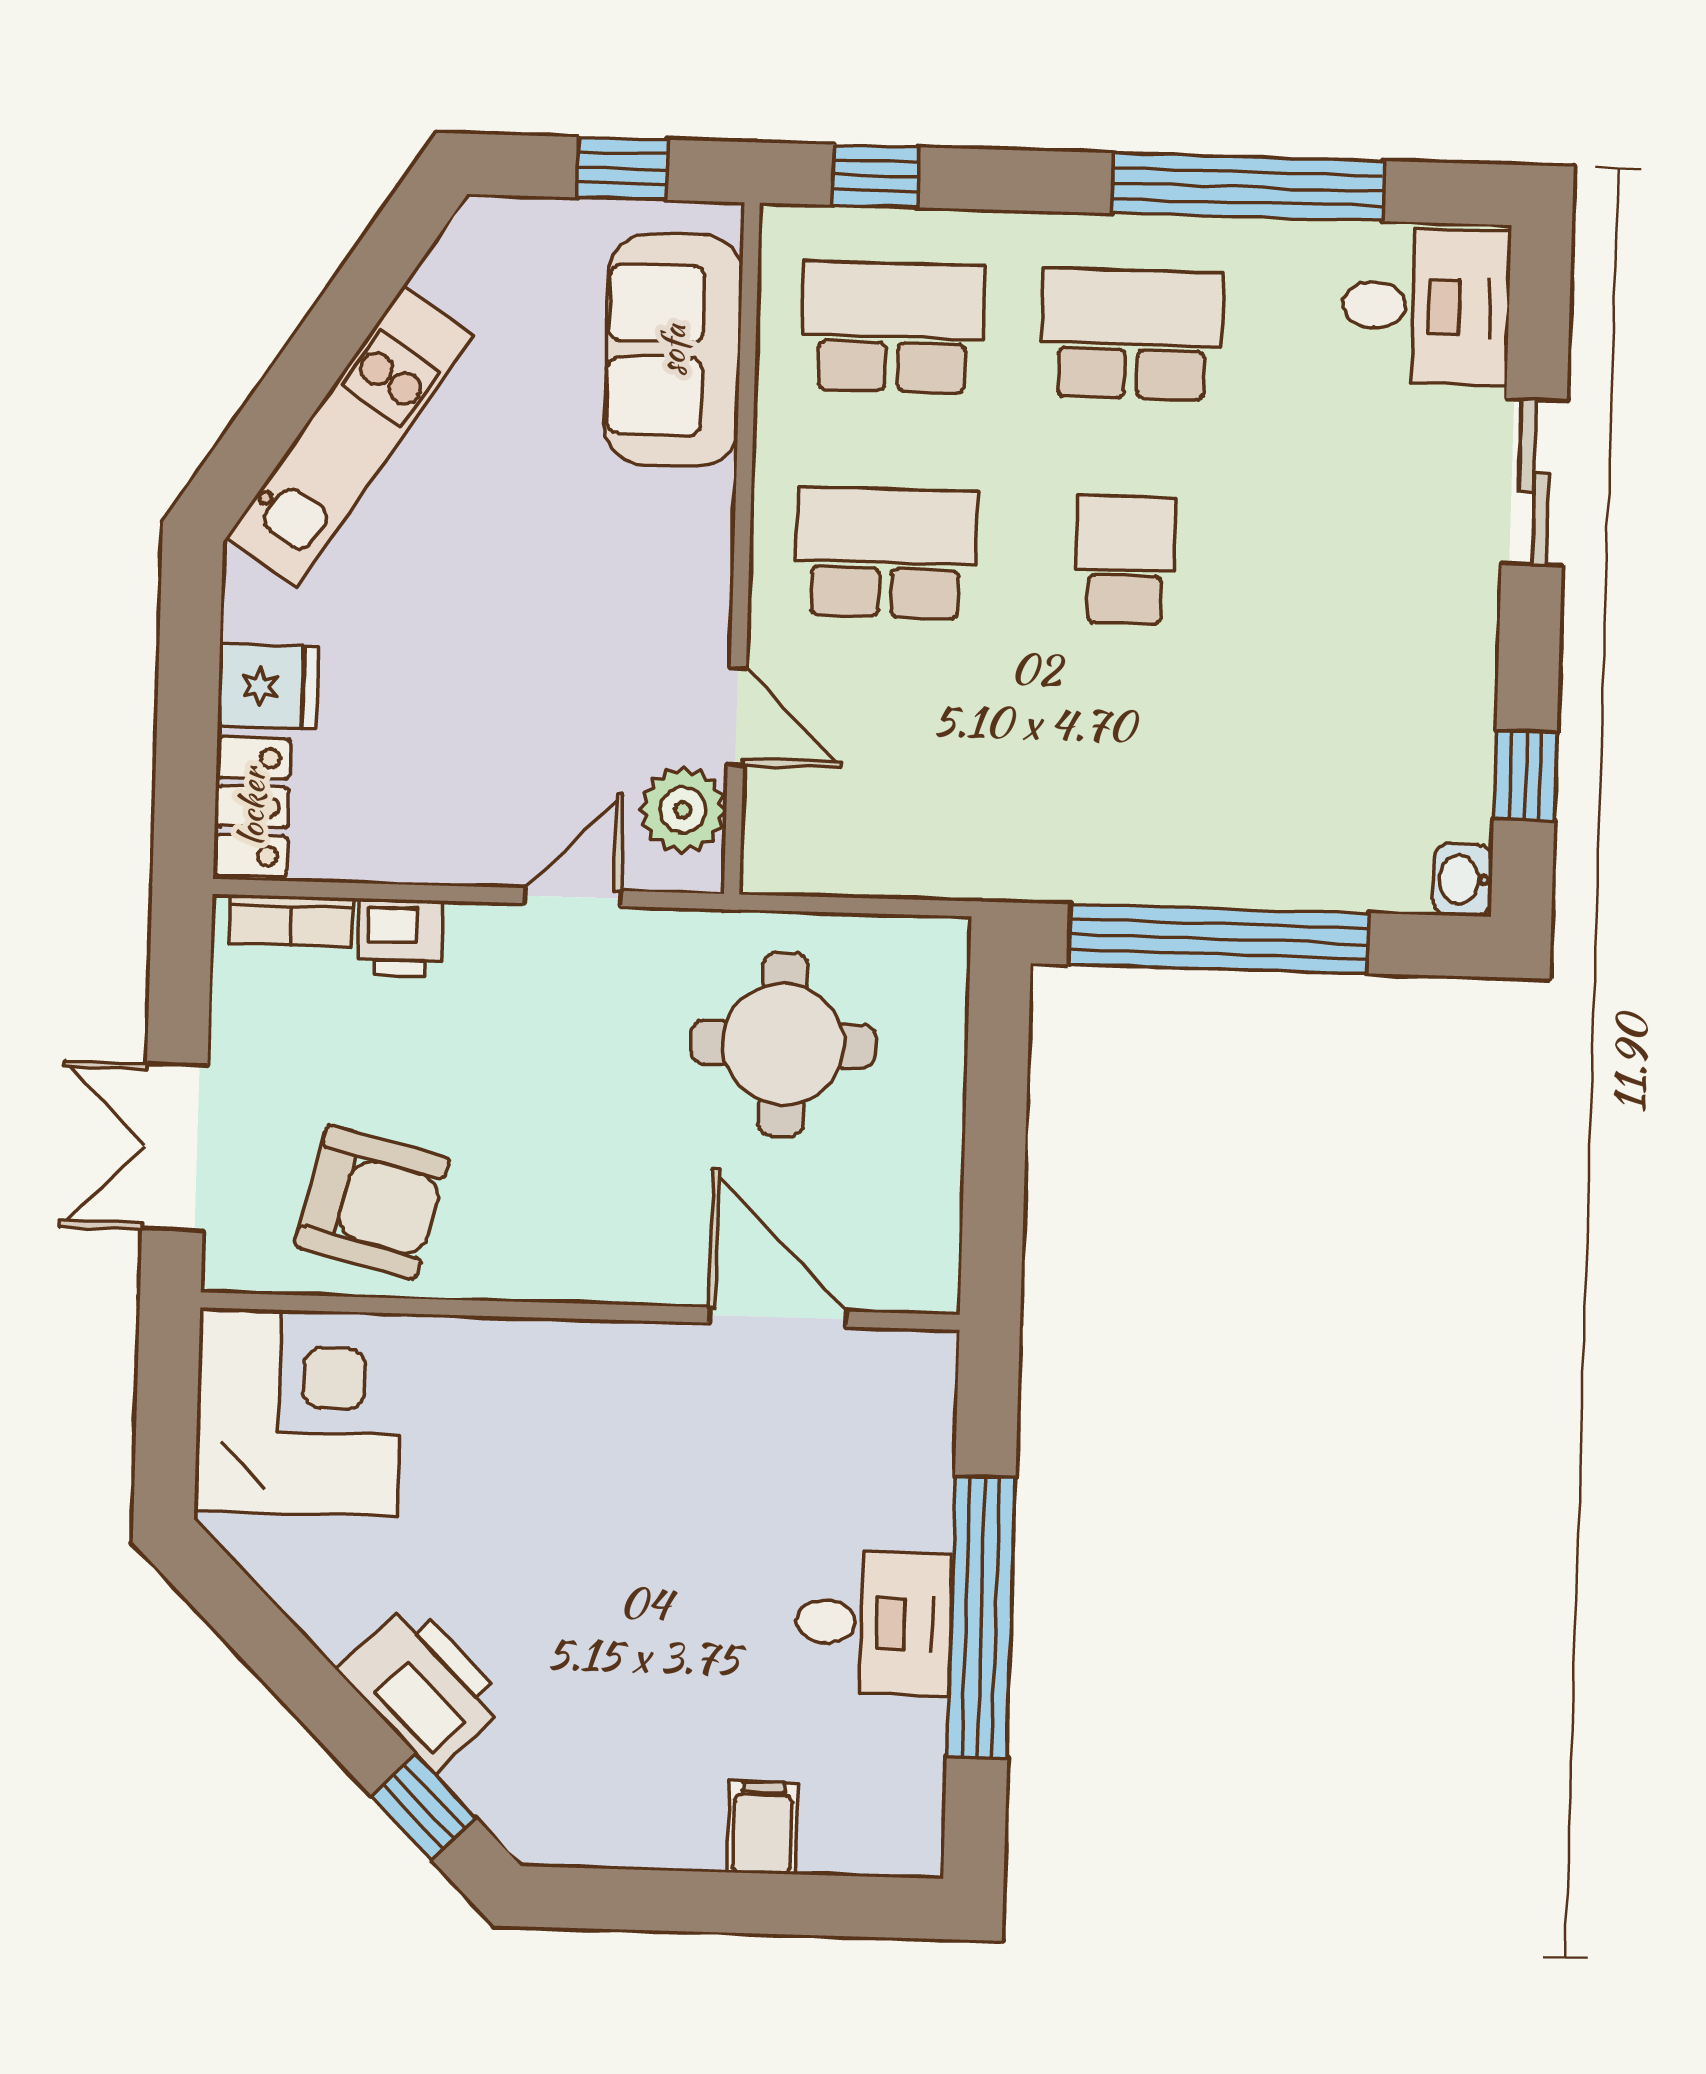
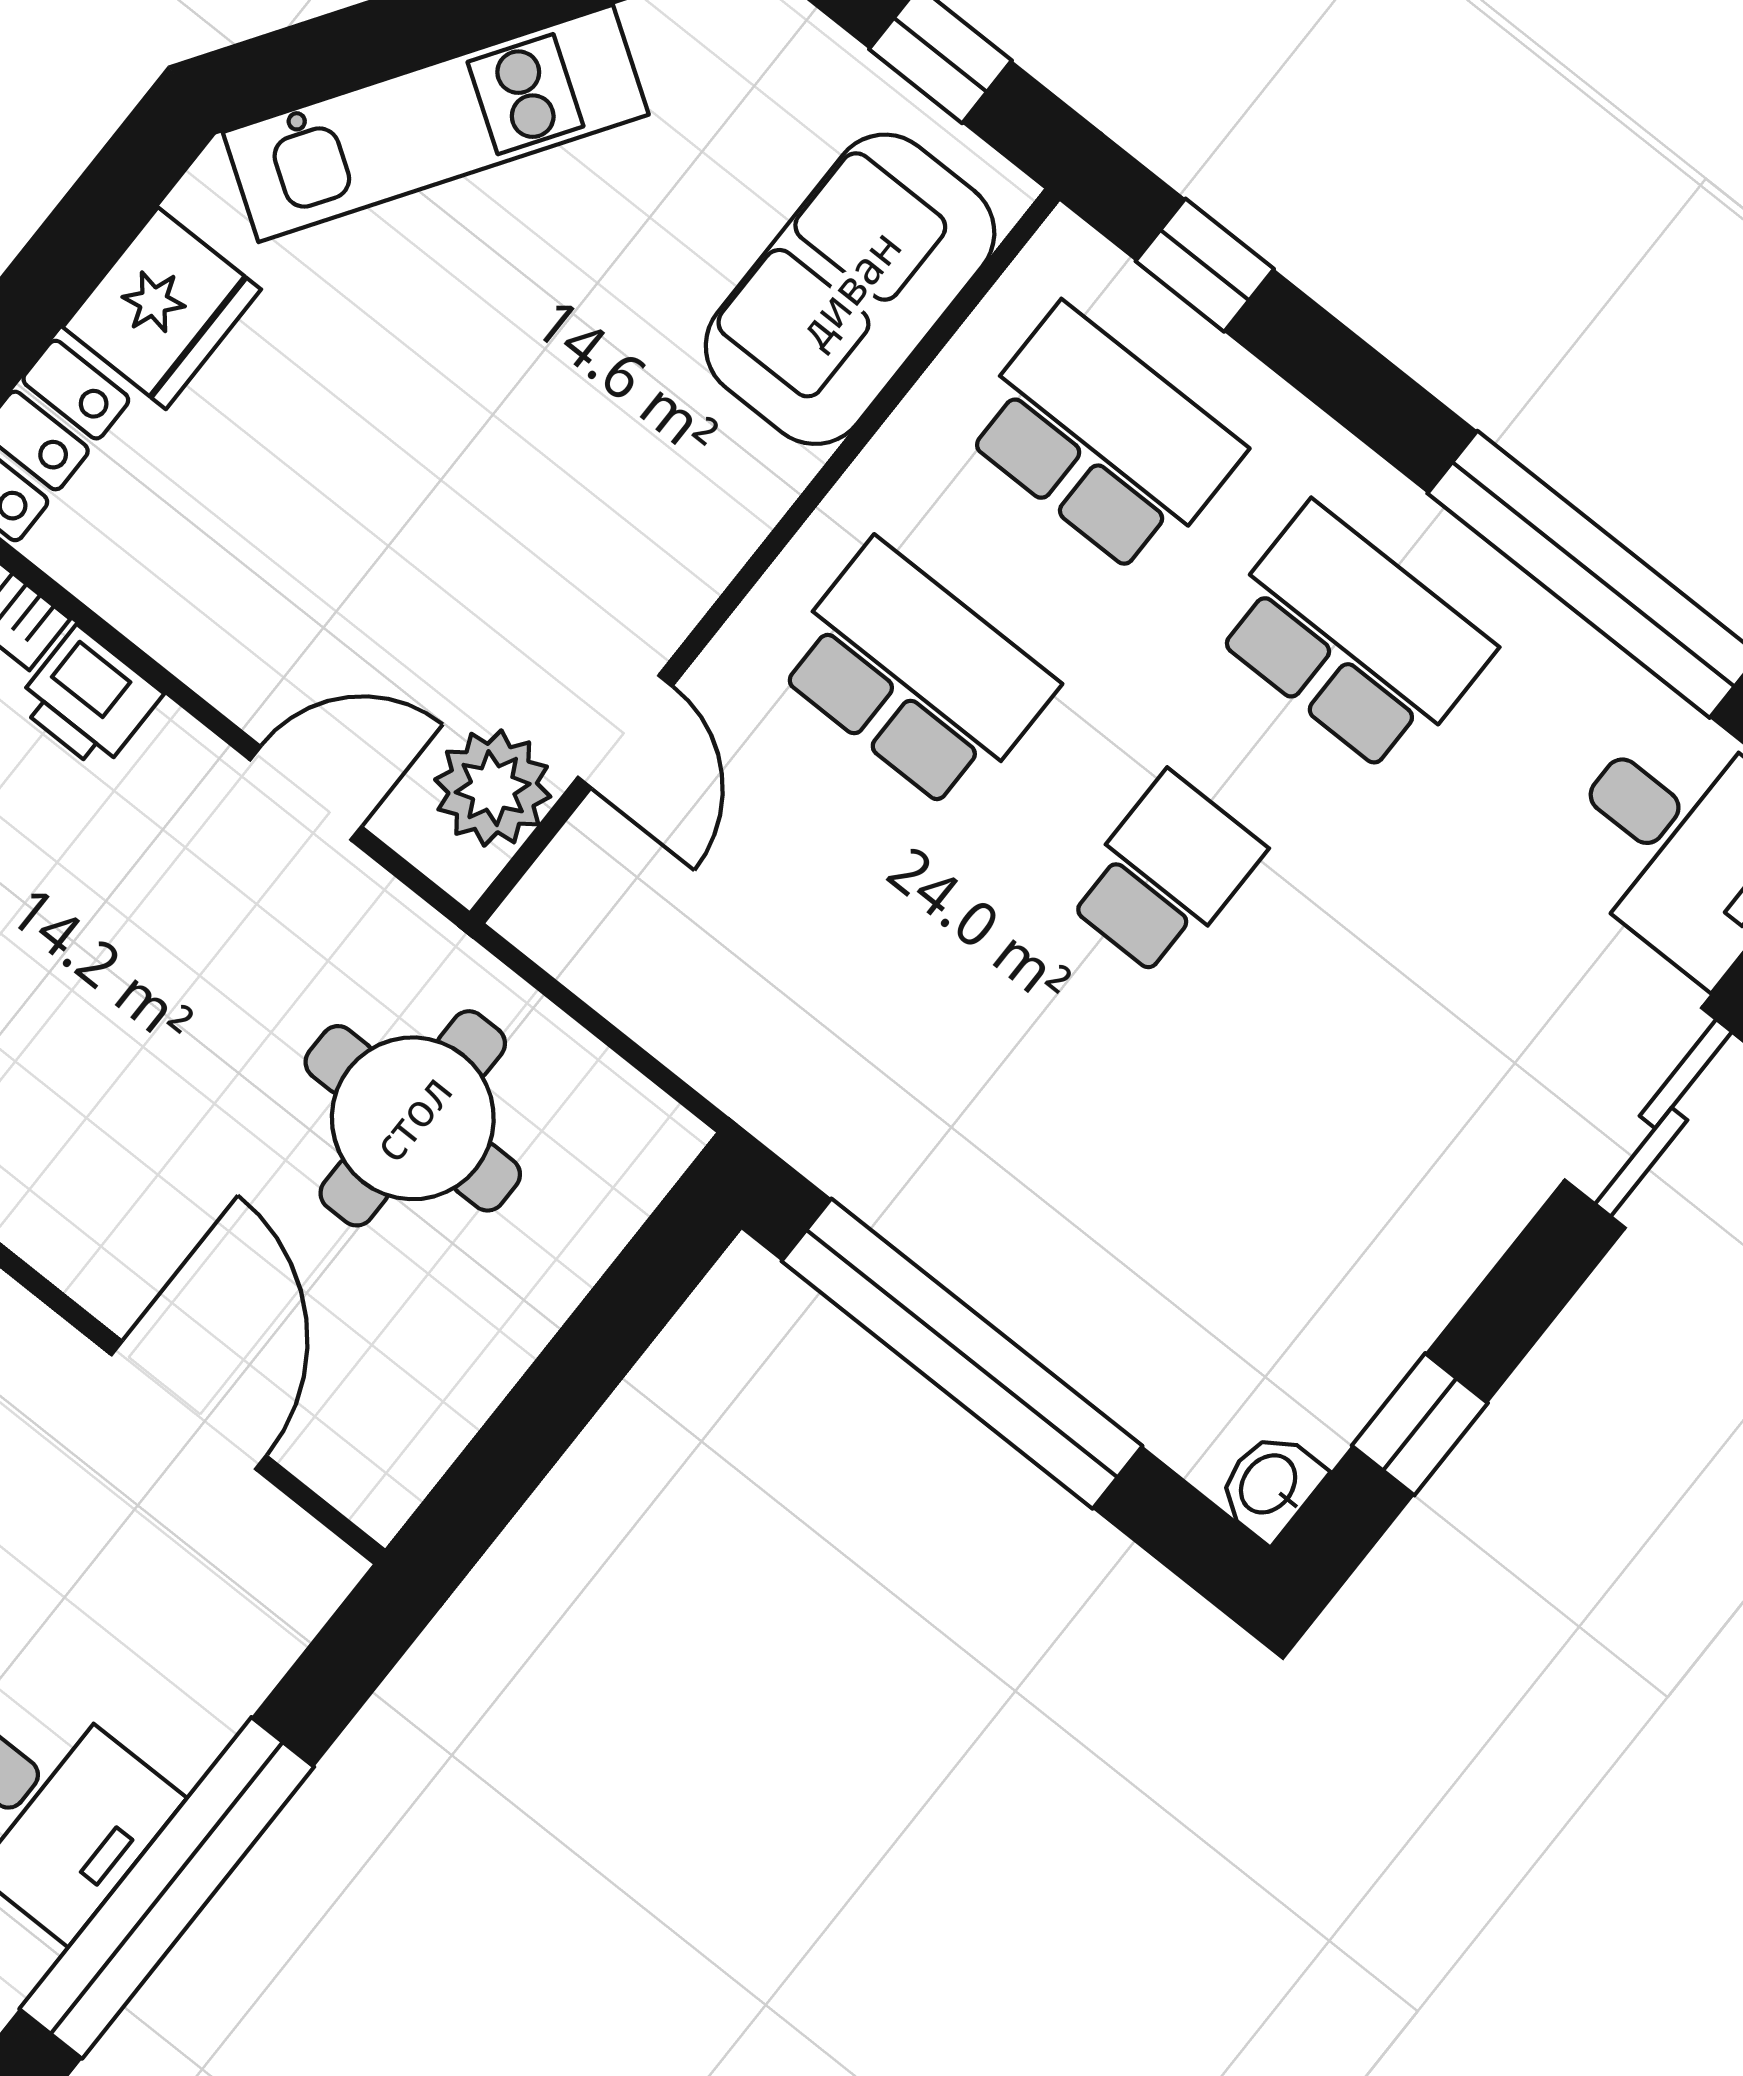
fridge: (268, 686) -> (162, 308), width x1.38

